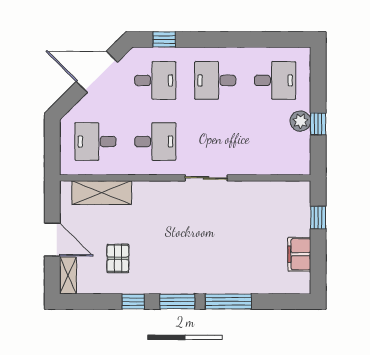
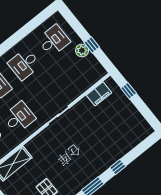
filing cabinet: (299, 254) -> (99, 94), moved, turned -90
window: (228, 302) -> (118, 167), width x0.46

